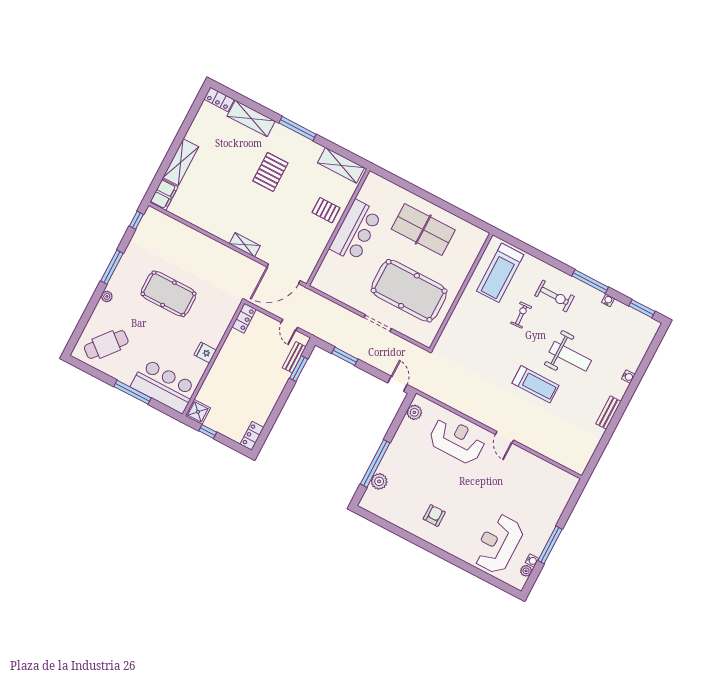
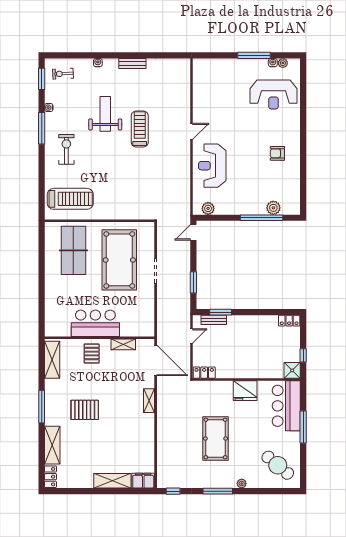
table tennis table: (423, 230) -> (73, 250), moved
shelving: (318, 248) -> (123, 344), added
exercise bike: (521, 315) -> (63, 74), moved
fridge: (205, 352) -> (245, 391), width x1.88, depth x1.34

